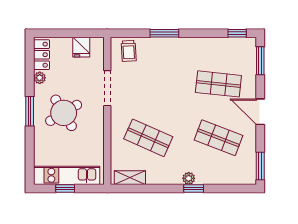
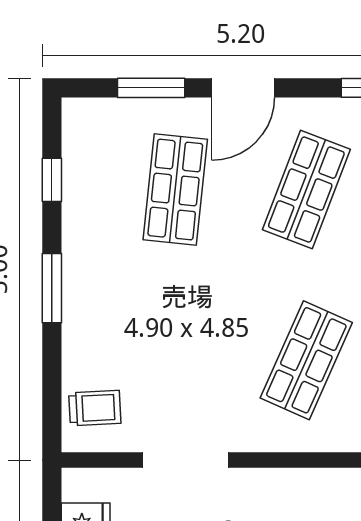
window: (164, 33) -> (52, 288), moved
window: (237, 33) -> (52, 180), moved
window: (260, 61) -> (151, 88), moved

